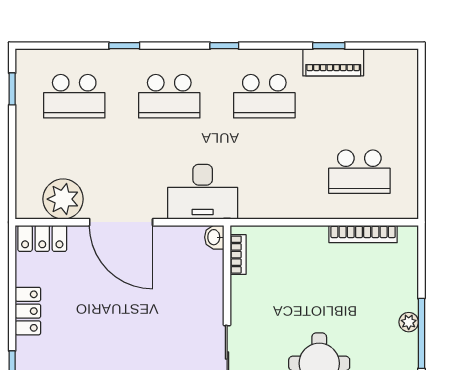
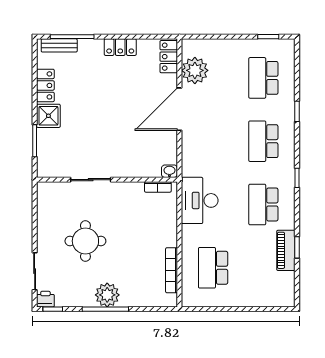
desk: (203, 192) -> (200, 200), moved
plant: (409, 322) -> (107, 295), width x1.87, depth x1.87

